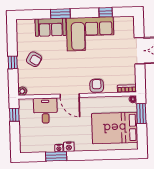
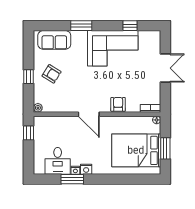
sofa: (51, 27) -> (54, 40), moved
desk: (45, 111) -> (58, 161), moved, turned 180
window: (141, 114) -> (165, 148), moved

